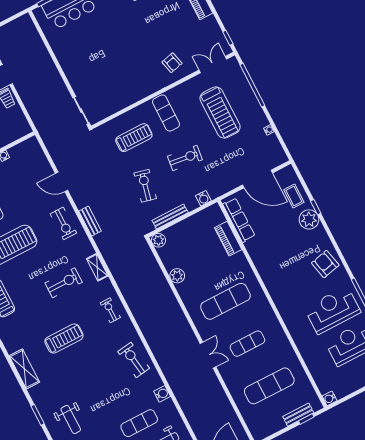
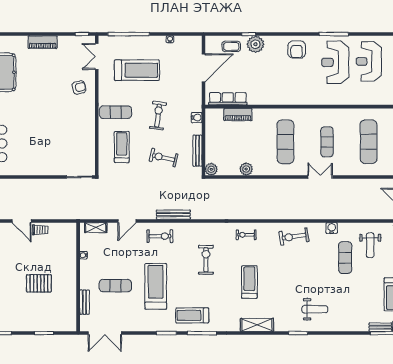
bench: (90, 221) -> (173, 215), width x1.36
armchair: (325, 264) -> (297, 49), turned -77
shelving: (97, 267) -> (96, 228), moved

